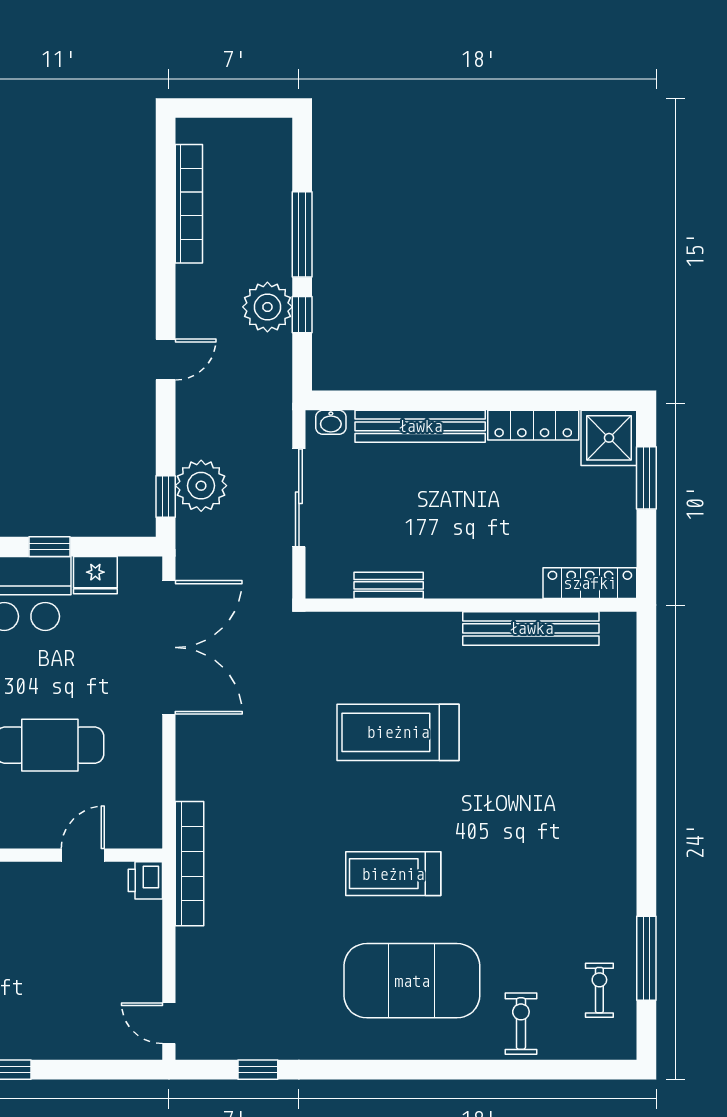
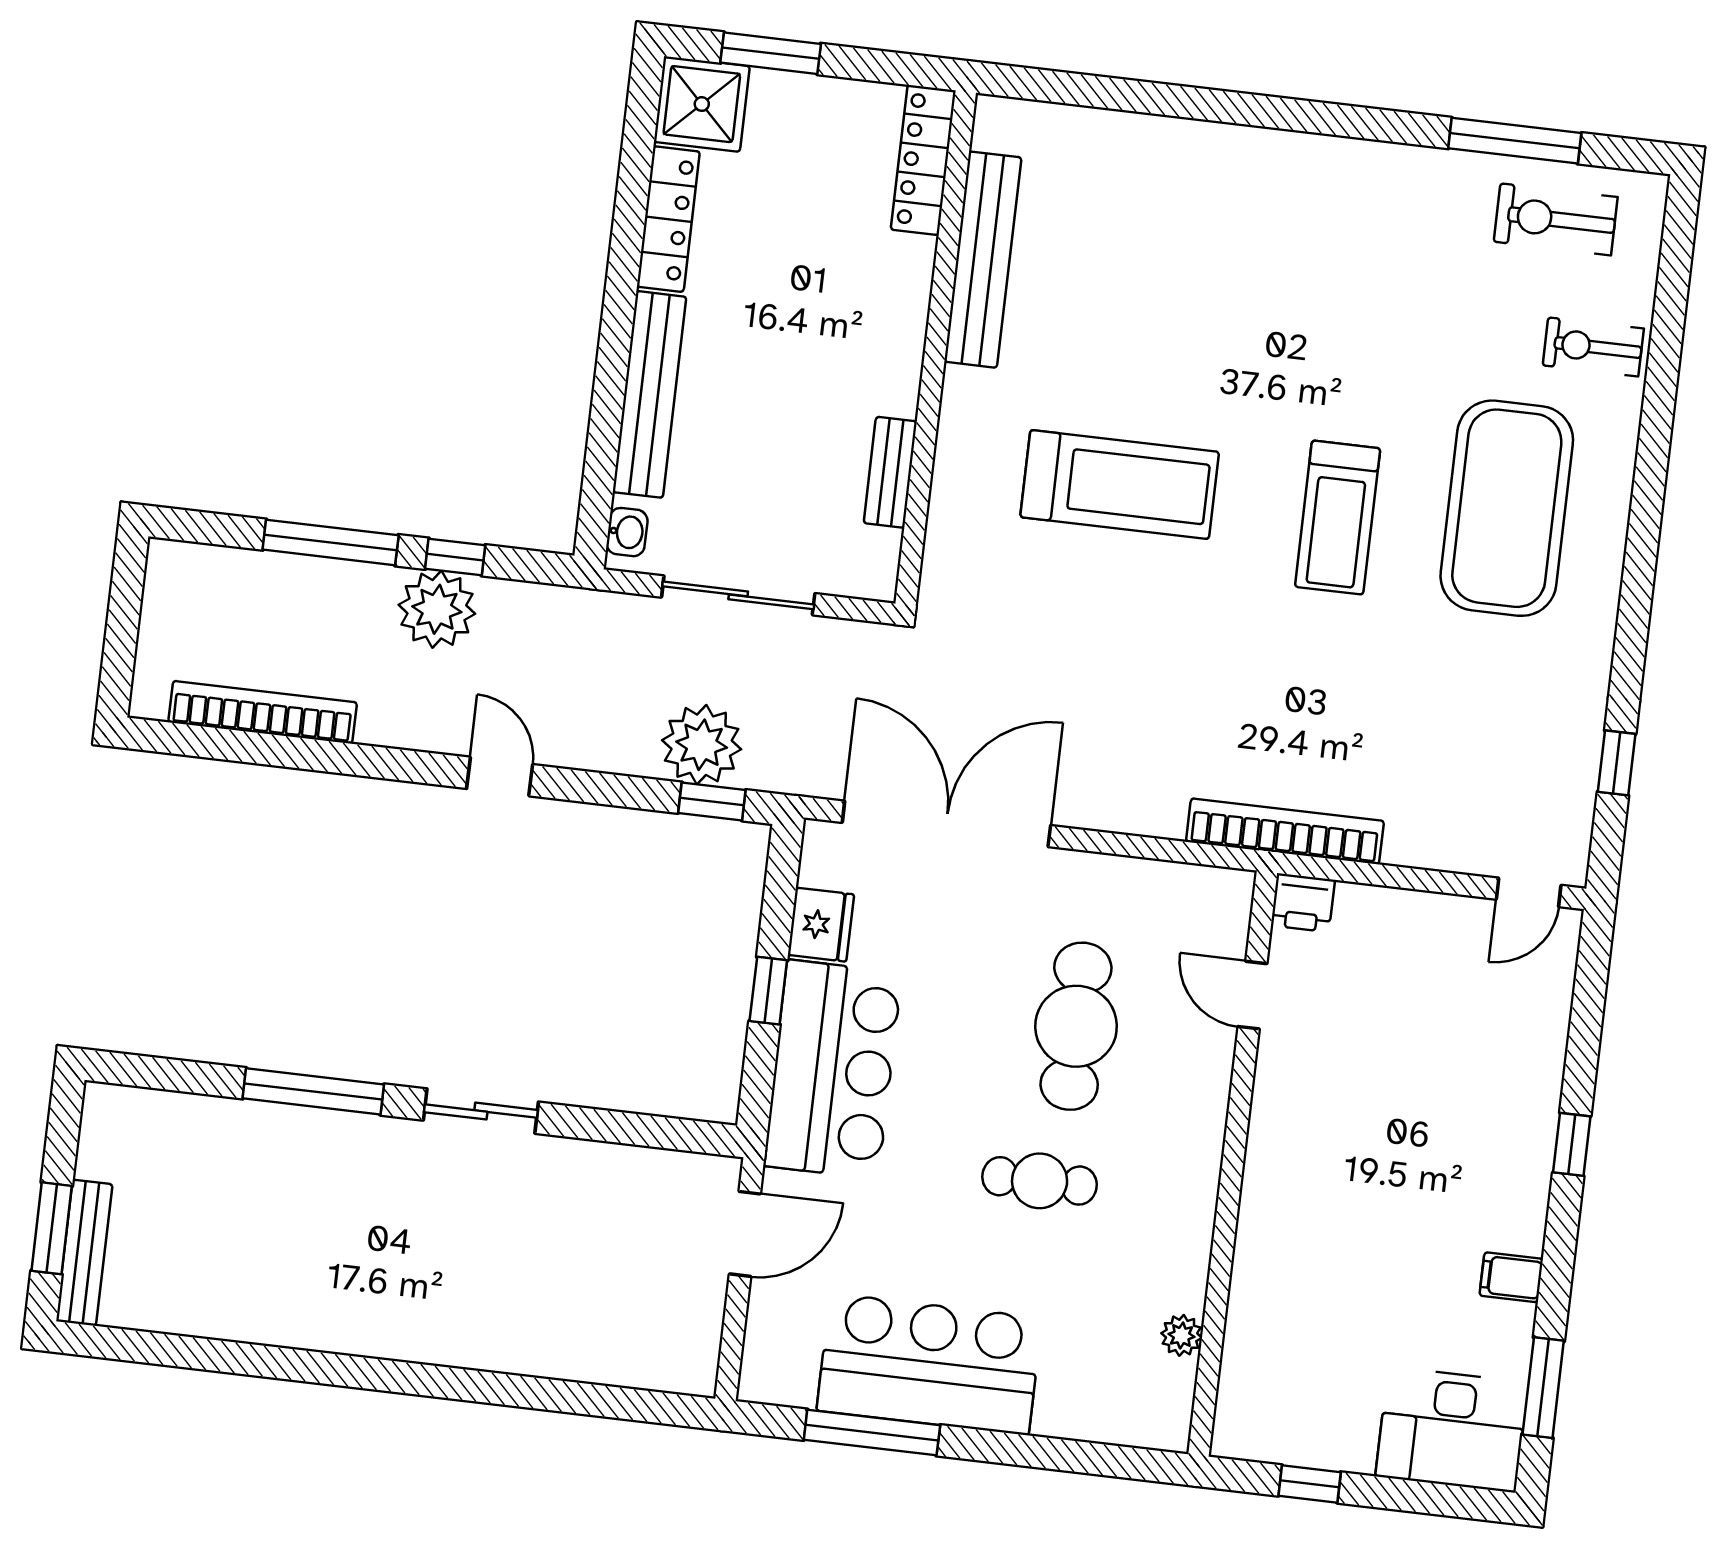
treadmill: (398, 732) -> (1120, 484), turned -90
exercise bike: (599, 990) -> (1556, 219), width x1.38, depth x1.39

